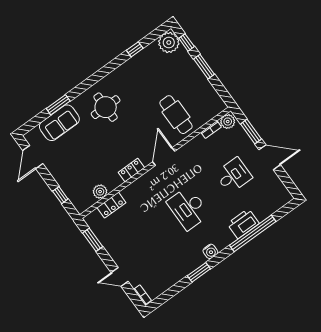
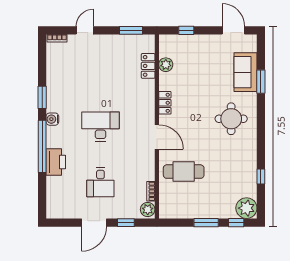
window: (251, 131) -> (126, 223), width x0.67
window: (253, 233) -> (42, 146), moved

